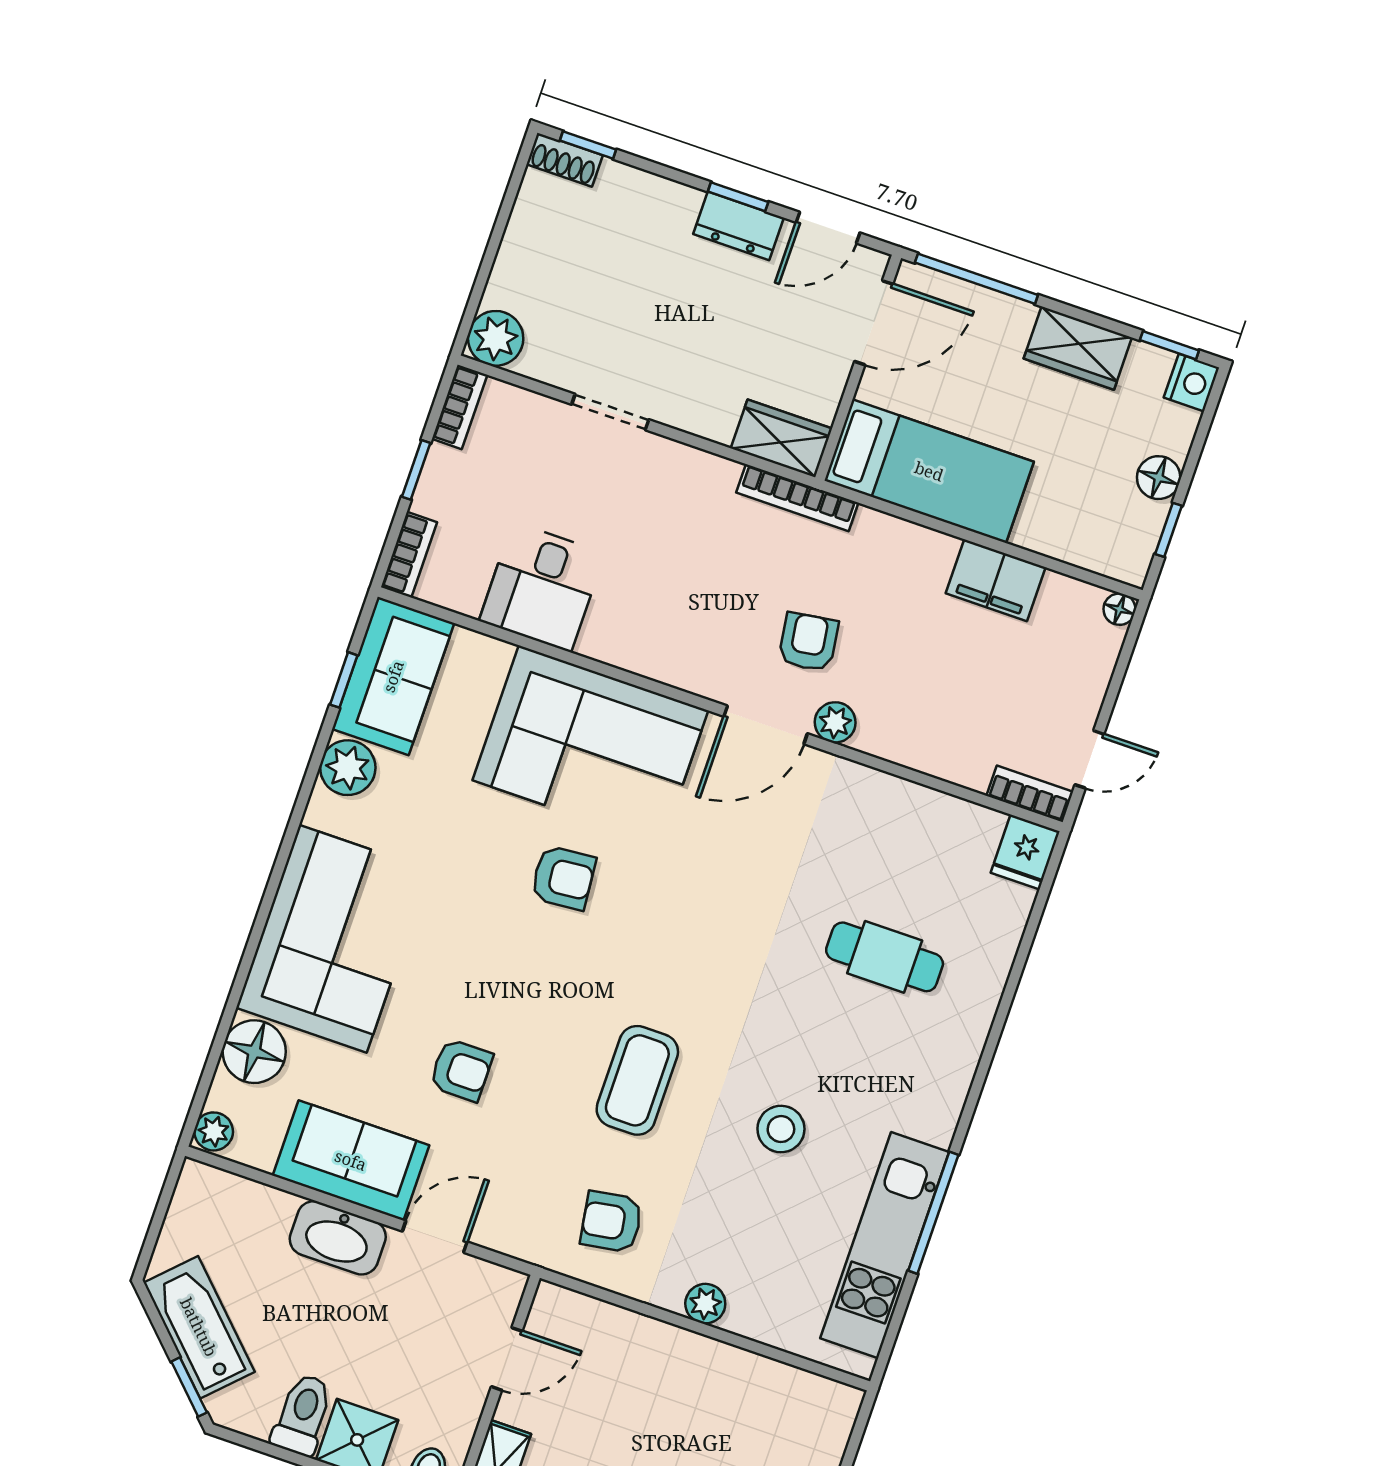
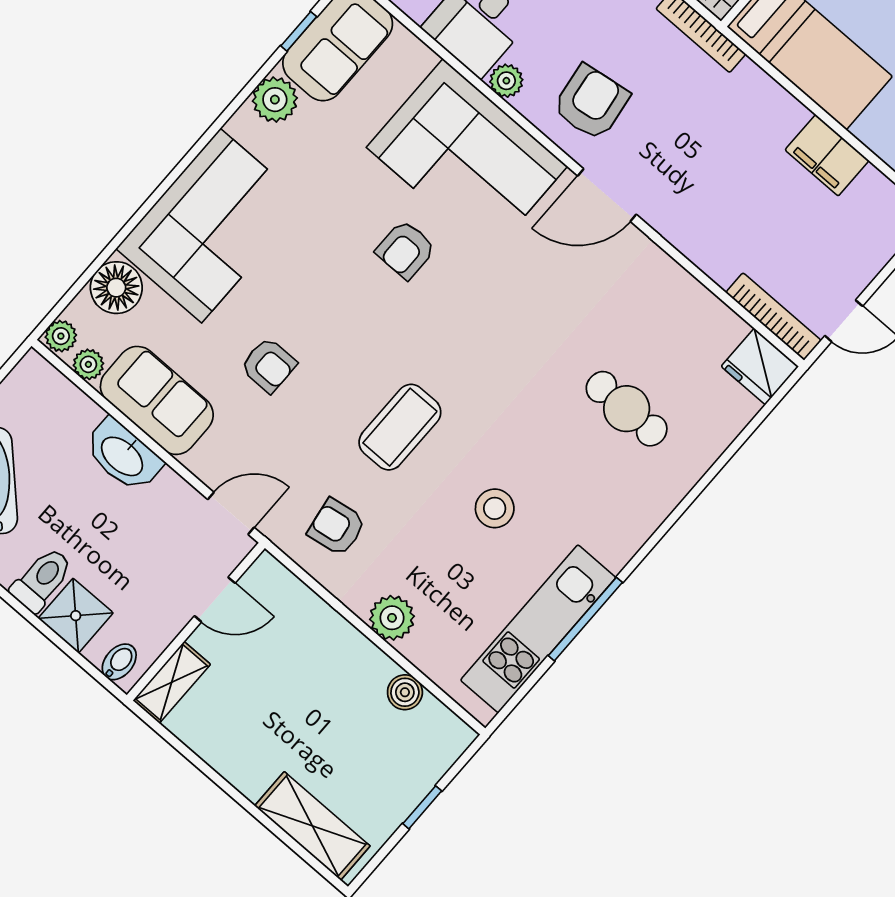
armchair: (808, 642) -> (591, 102), moved, width x1.38, depth x1.38
plant: (835, 722) -> (506, 81), moved
bookcase: (1030, 794) -> (773, 317), width x1.56
fridge: (1025, 852) -> (760, 366), width x1.38
armchair: (563, 878) -> (406, 250), turned 95
plant: (258, 1151) -> (88, 364), added
door: (435, 1237) -> (231, 513), moved
plant: (705, 1304) -> (392, 618), width x1.38, depth x1.38
boiler: (763, 1377) -> (405, 692), added

